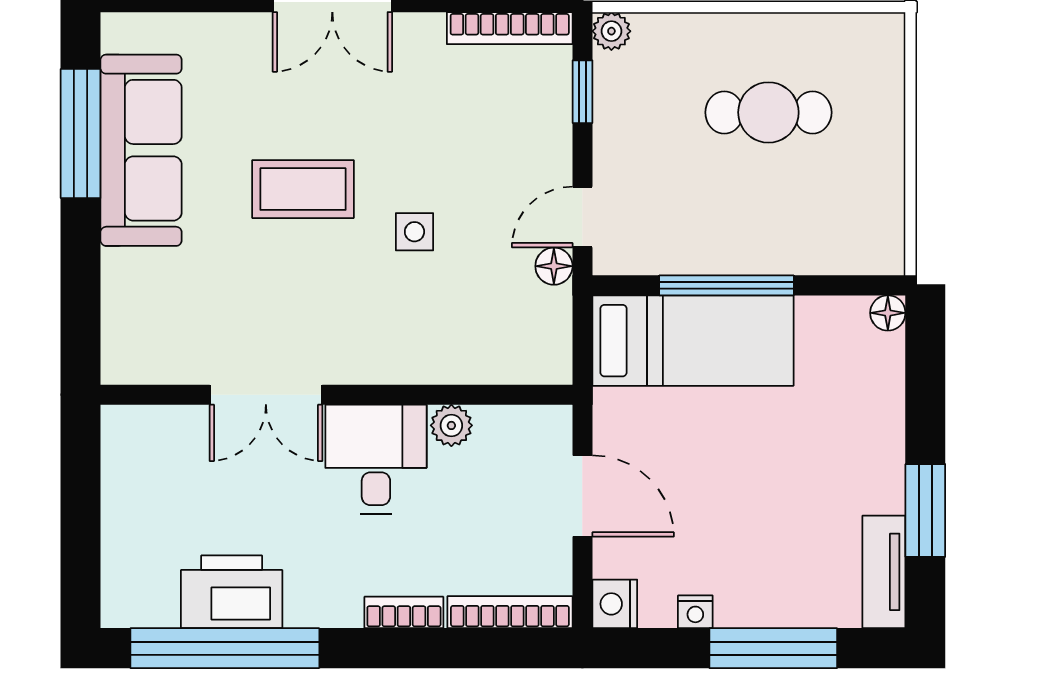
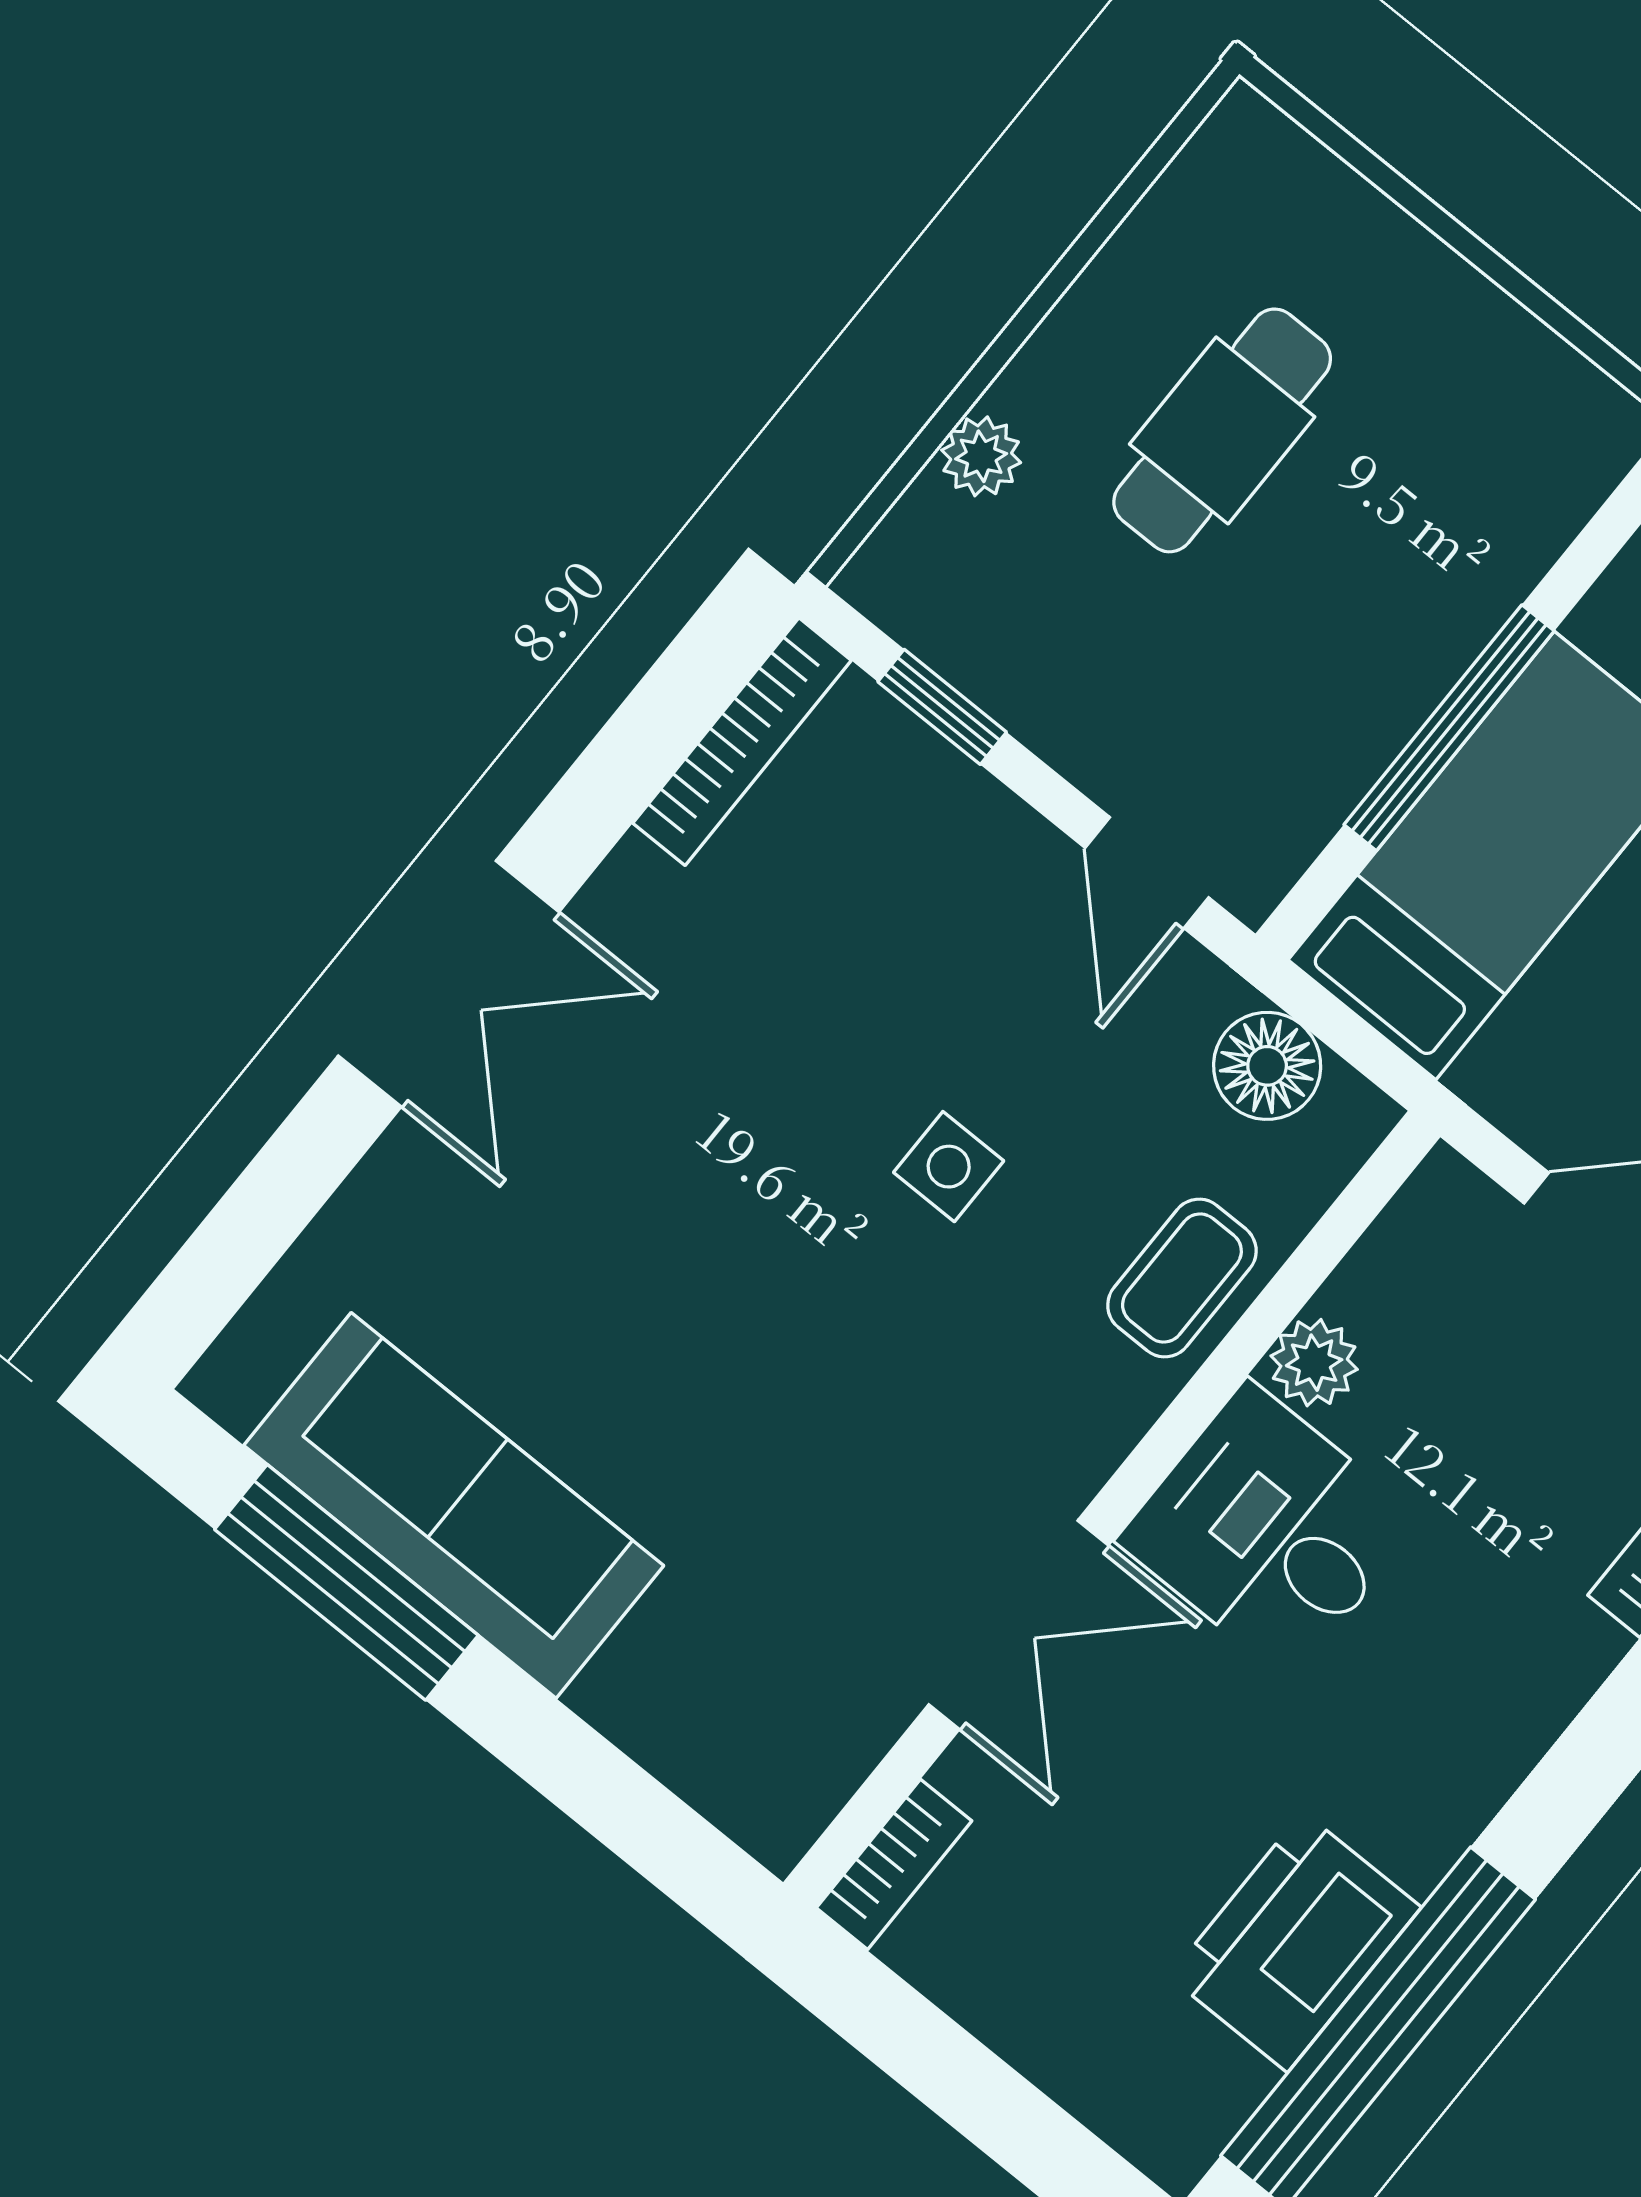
plant: (611, 31) -> (981, 456), moved
coffee table: (303, 189) -> (1182, 1278), moved, width x0.73, depth x0.77
floor lamp: (554, 266) -> (1267, 1066), moved, width x1.37, depth x1.37
bookcase: (404, 612) -> (894, 1864), moved, turned 180

